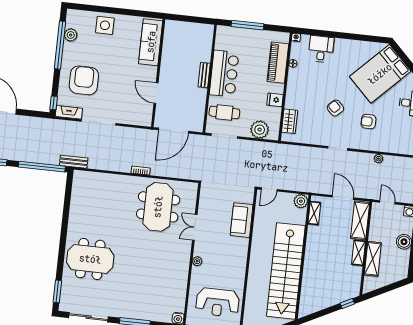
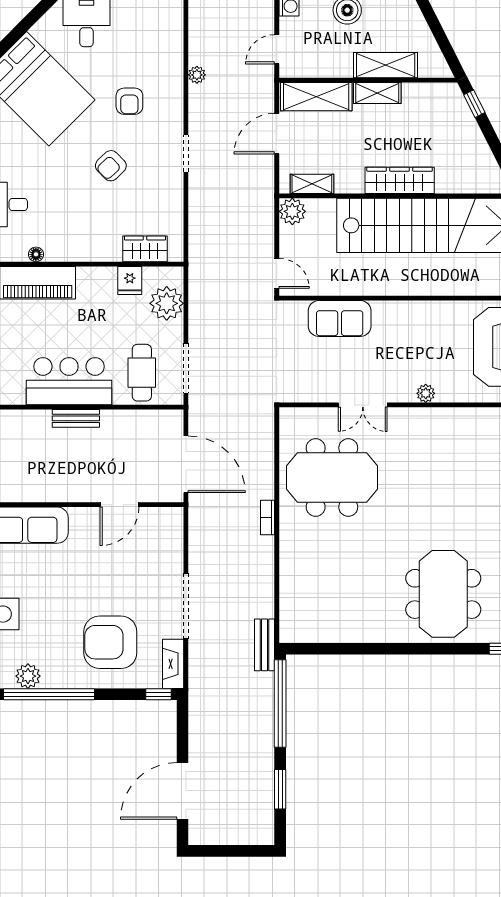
fridge: (275, 100) -> (130, 280), moved
wardrobe: (311, 260) -> (400, 180), added

